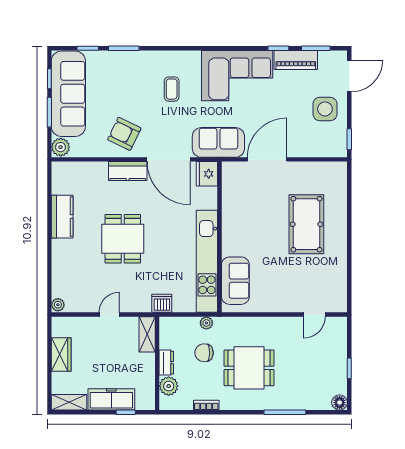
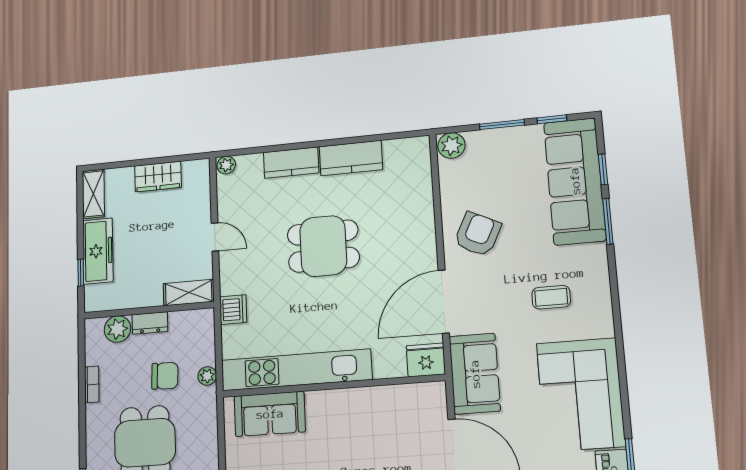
sofa: (68, 94) -> (575, 181), moved, turned 90
kitchen counter: (128, 171) -> (291, 163), moved, turned -90
chair: (204, 353) -> (165, 376), turned 92

